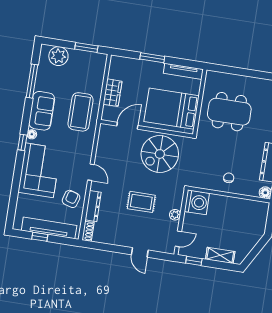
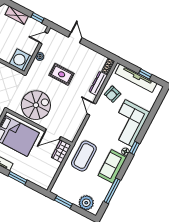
wardrobe: (113, 93) -> (61, 151), moved

